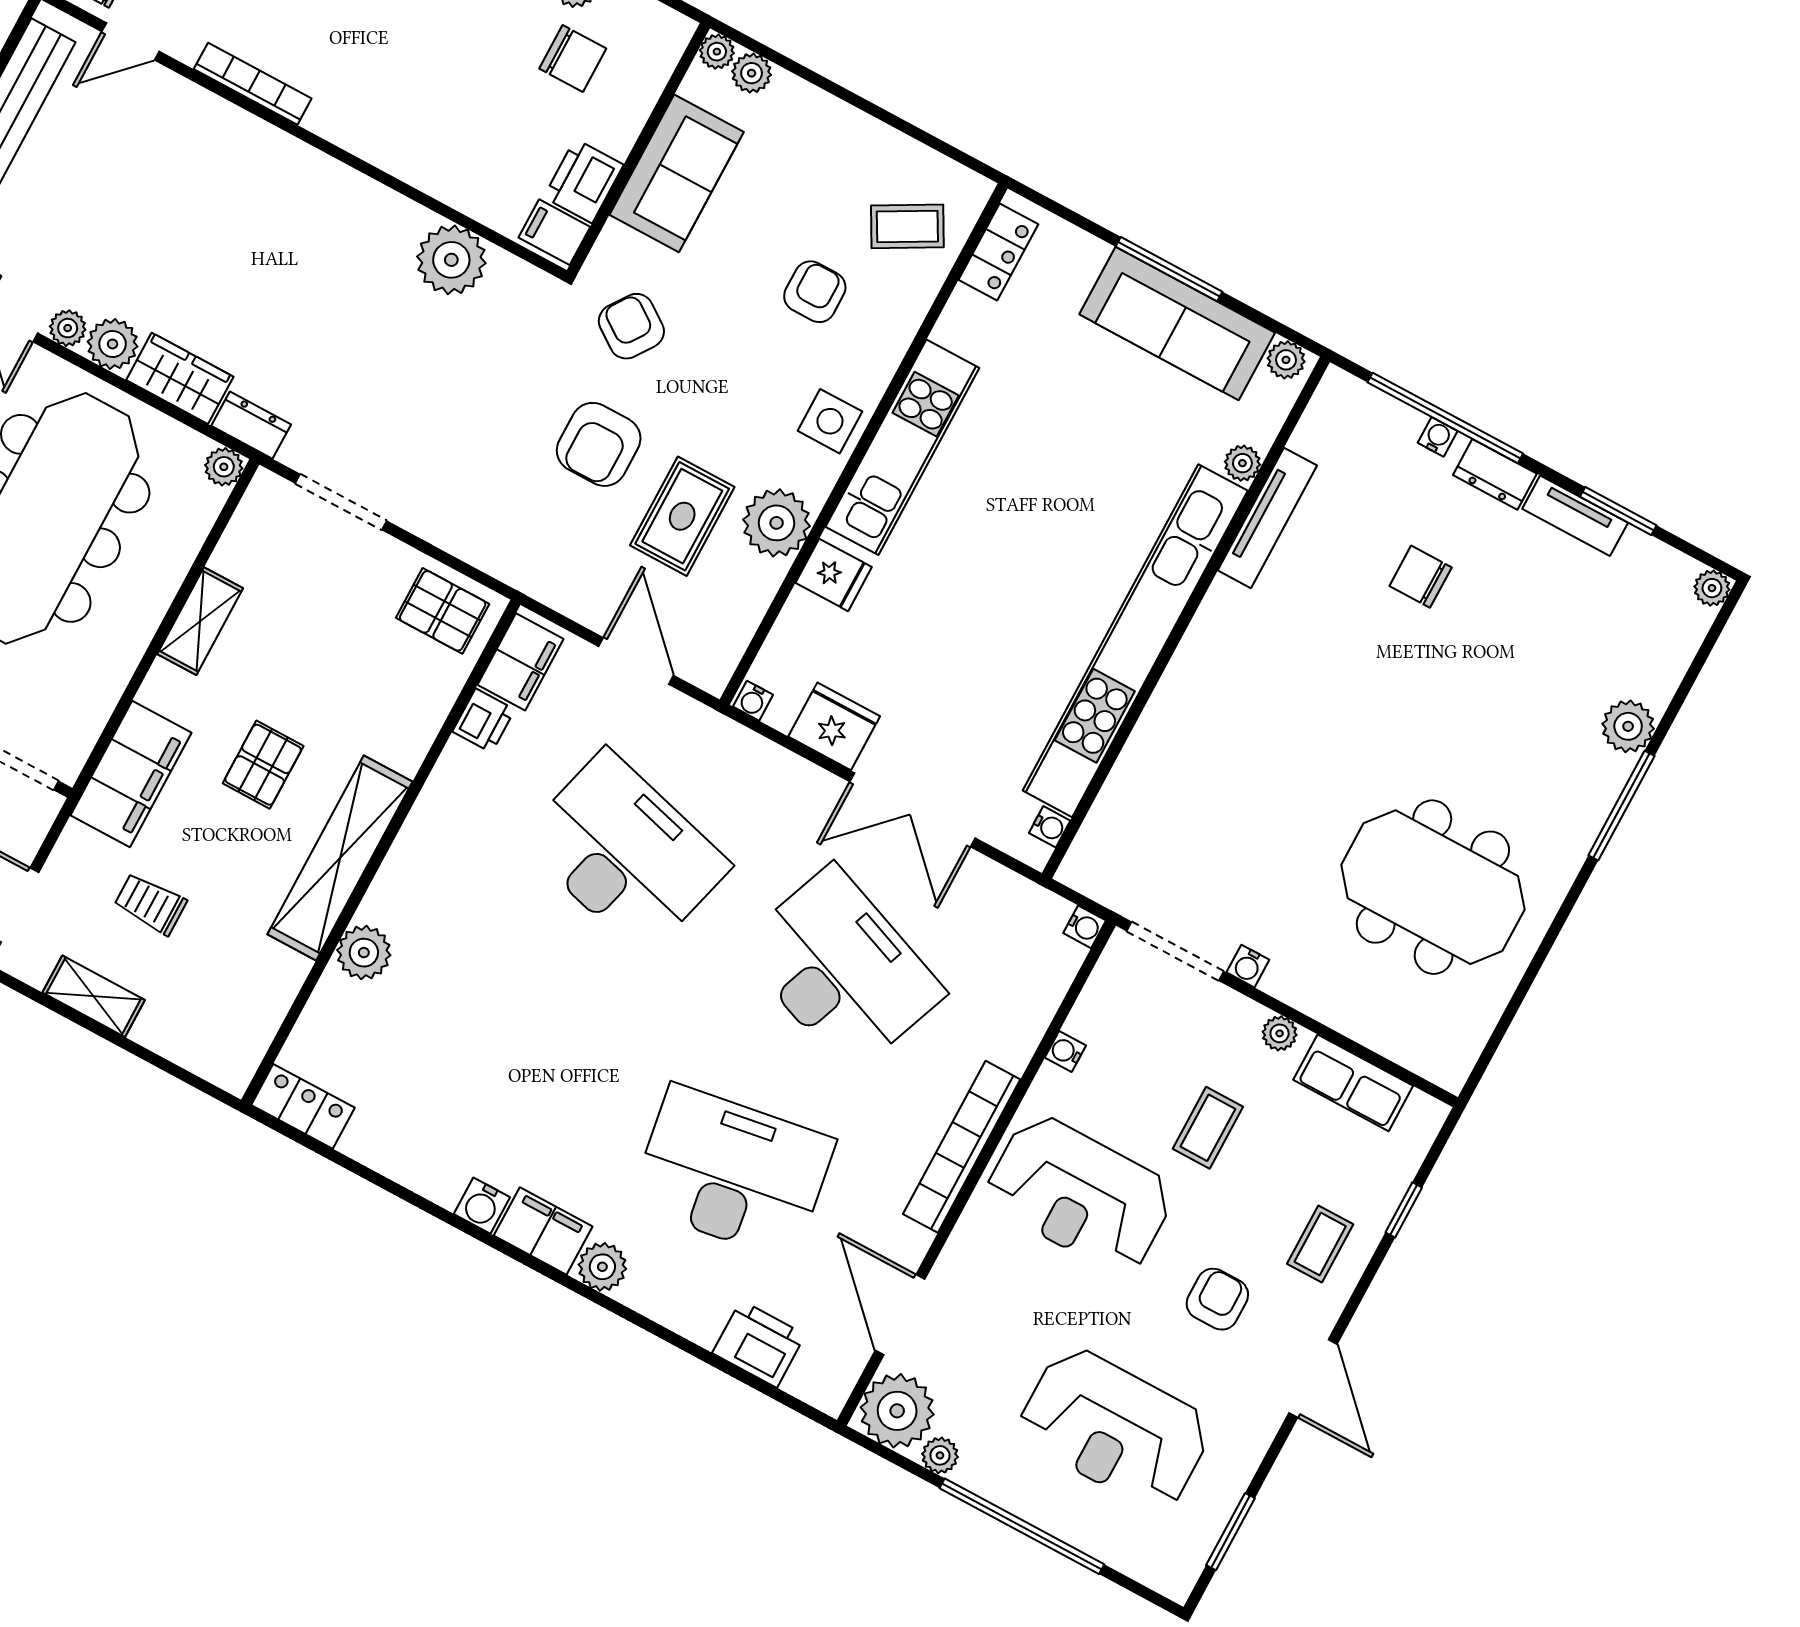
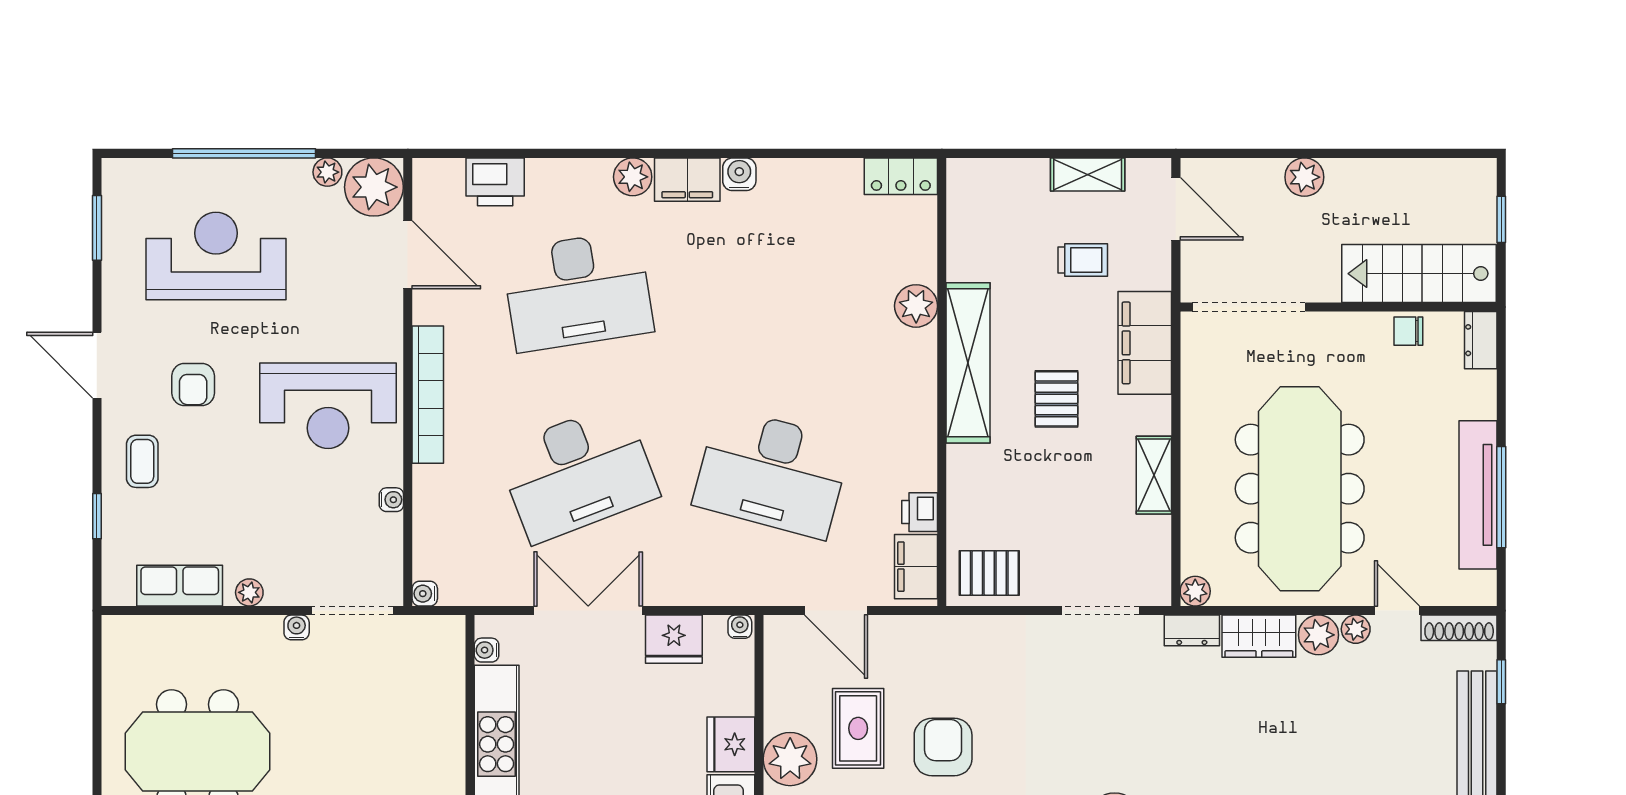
fridge: (834, 575) -> (731, 744), width x1.38
desk: (841, 970) -> (578, 473), turned -42
coffee table: (1208, 1128) -> (264, 500), removed
reception desk: (1080, 1194) -> (328, 406), turned 180

